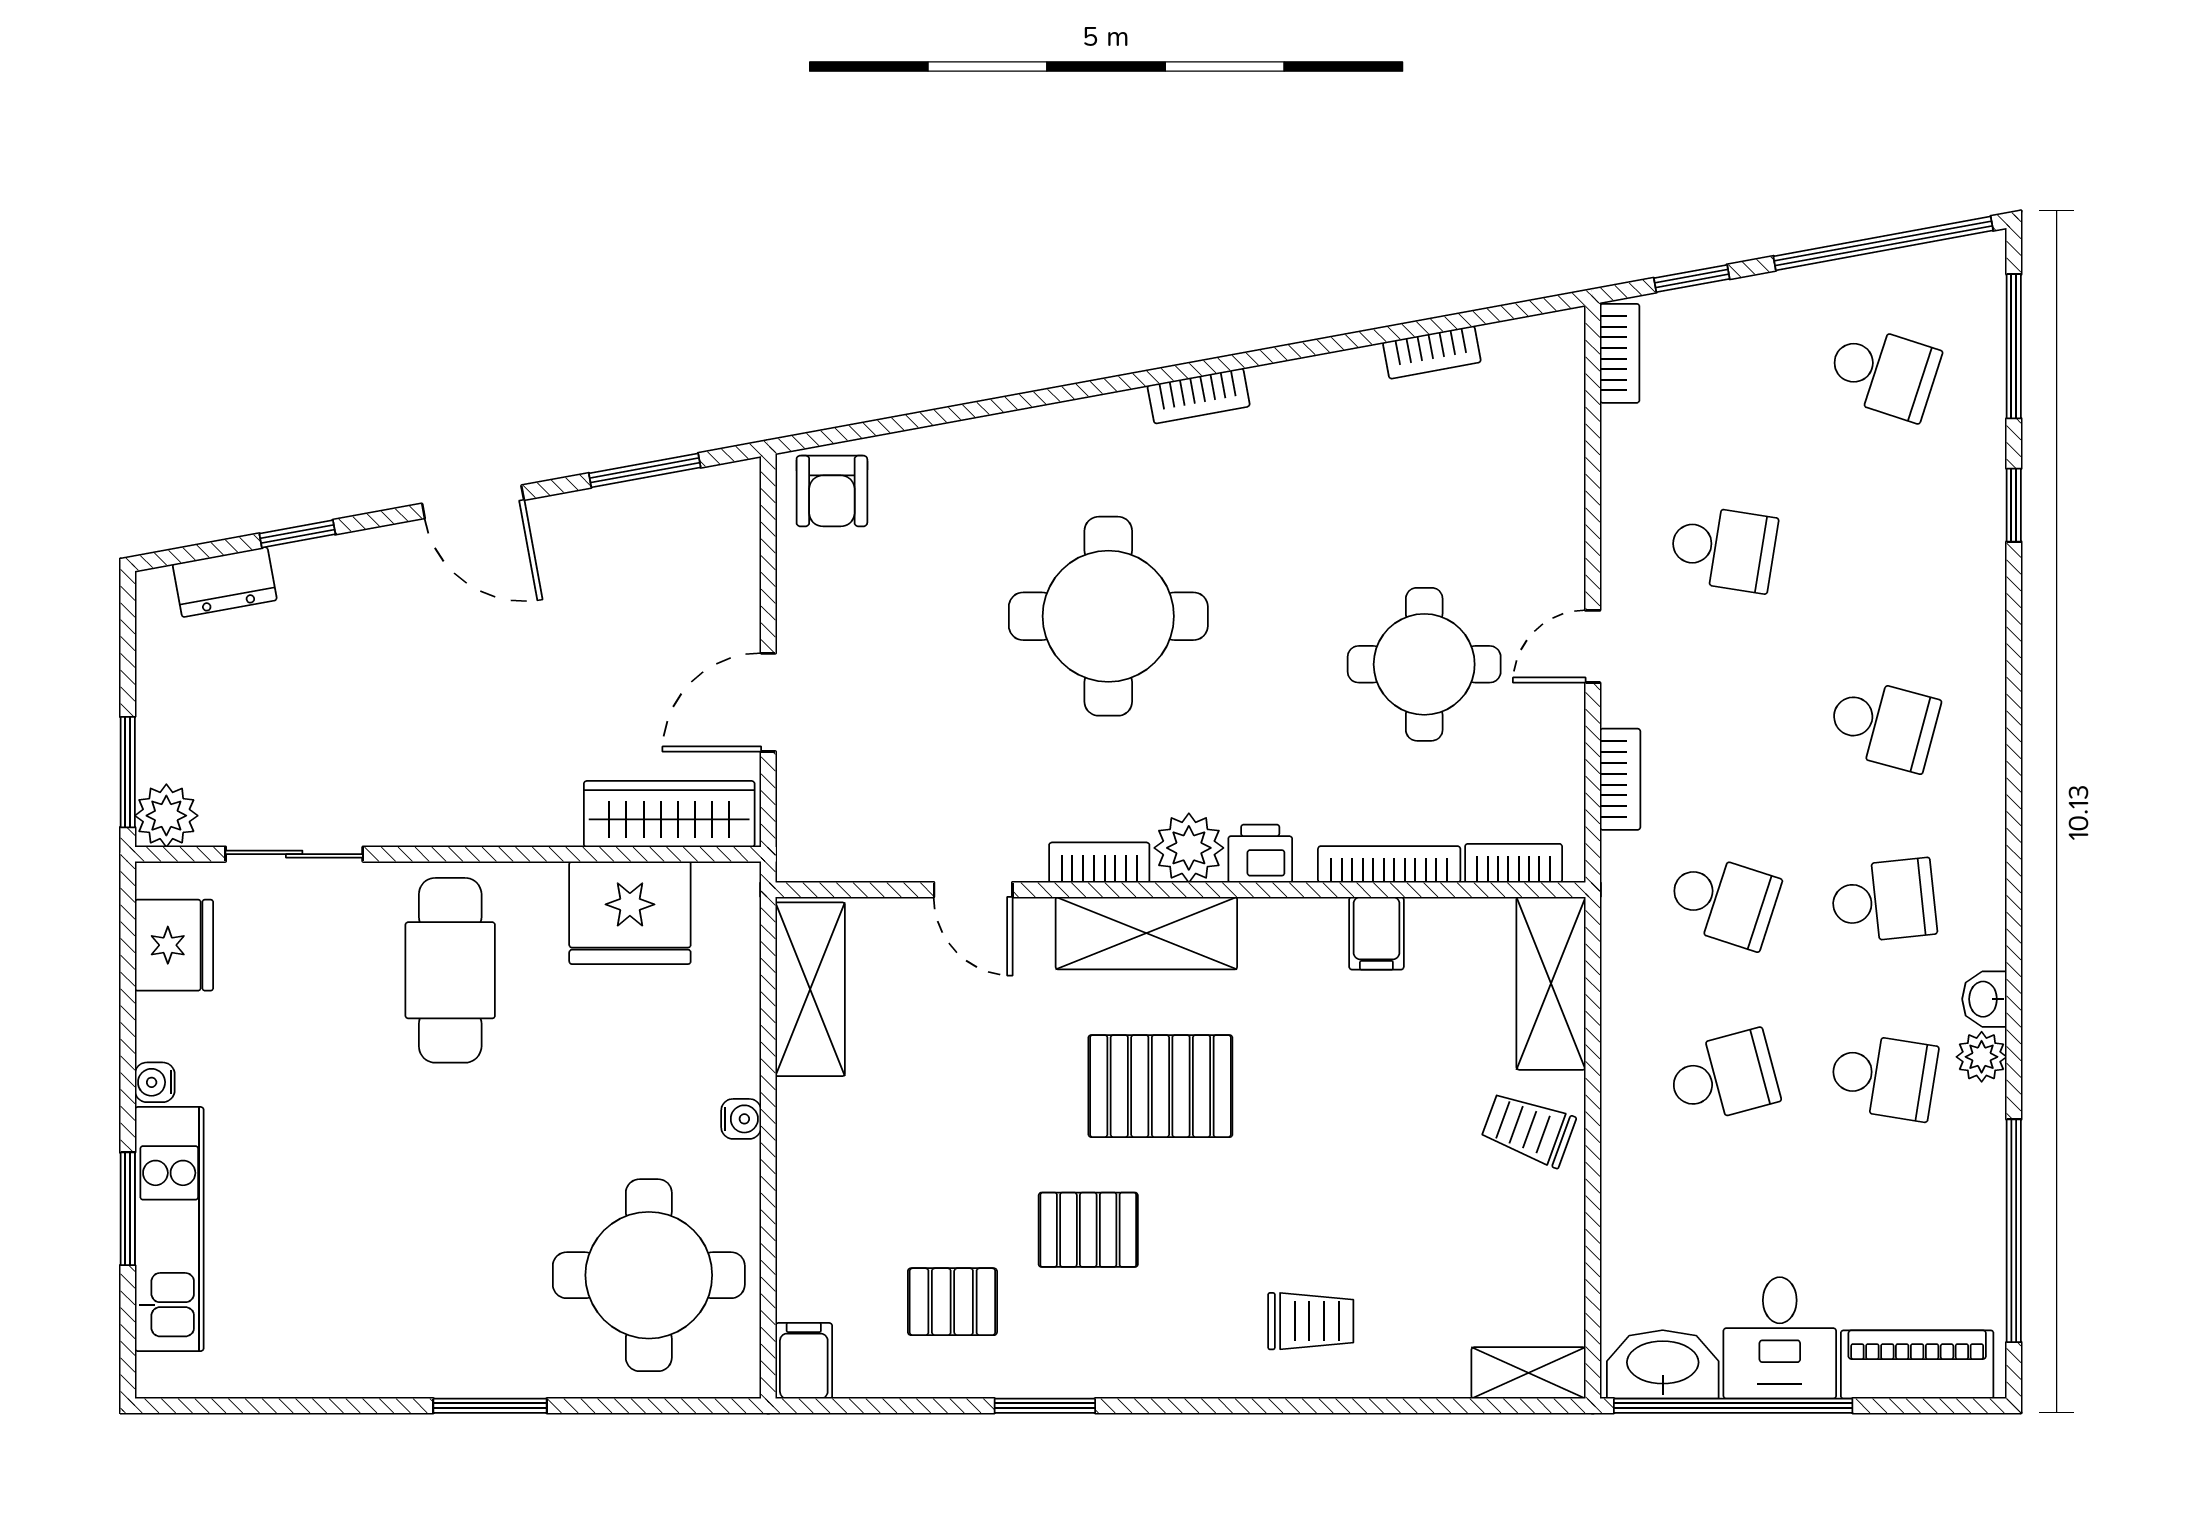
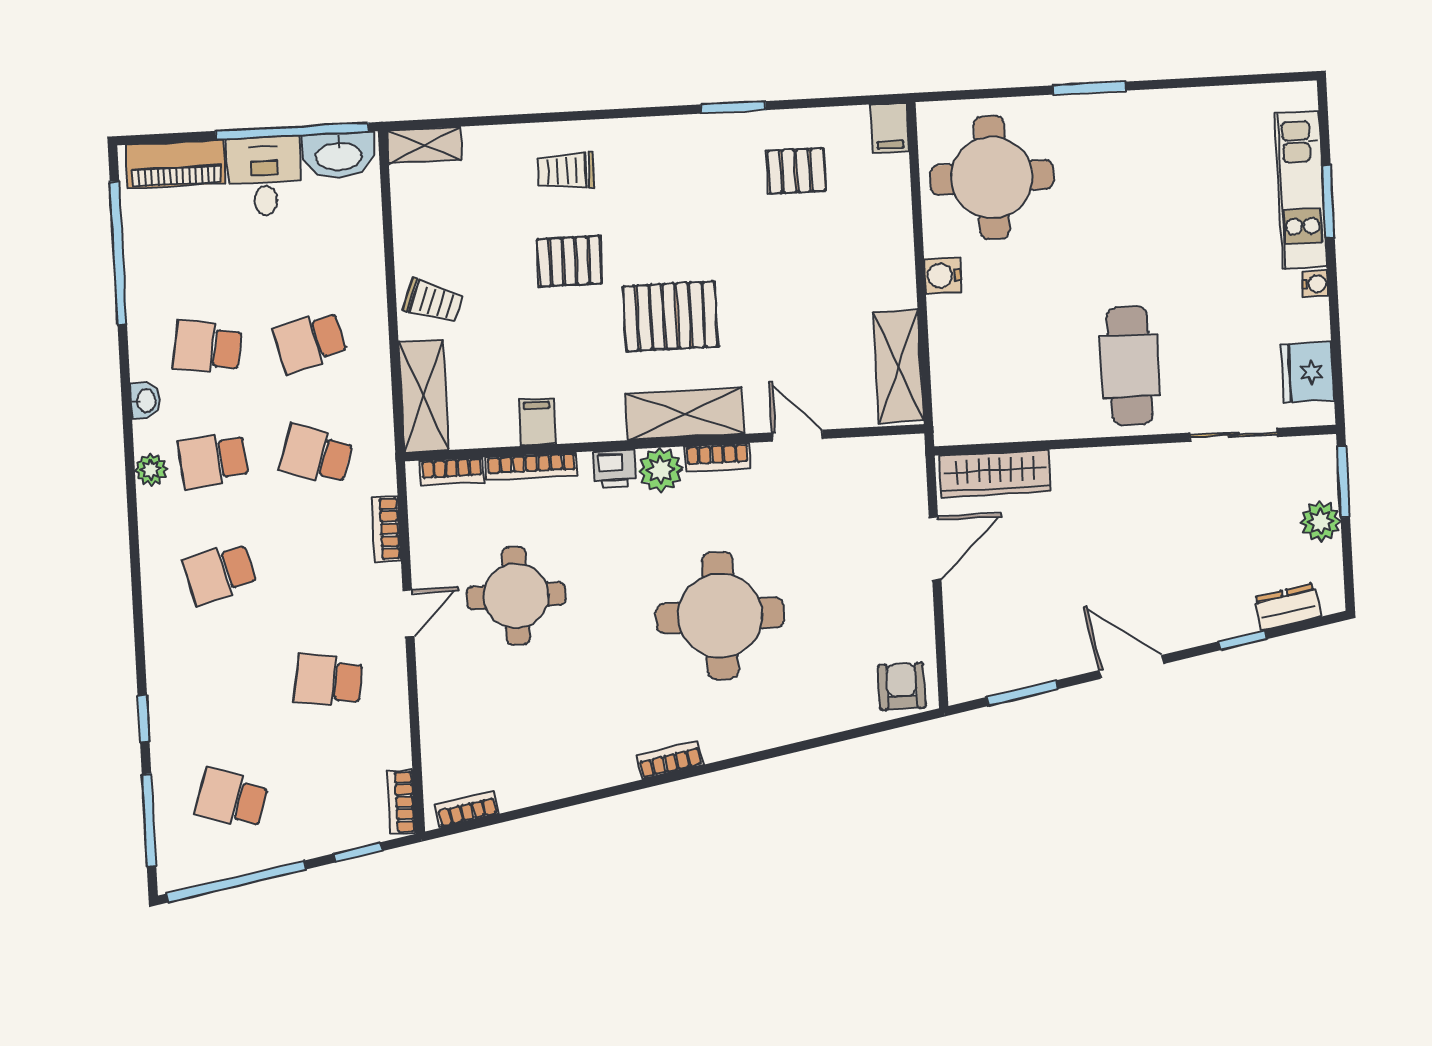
bookcase: (1432, 352) -> (467, 809), moved
school desk: (1883, 725) -> (220, 573), turned -30
plant: (166, 816) -> (1321, 522), moved
fridge: (630, 913) -> (1016, 409), removed
plant: (1982, 1057) -> (151, 470), moved
water cooler: (741, 1119) -> (943, 275), width x1.38, depth x1.38
pallet: (1088, 1230) -> (570, 261), moved

